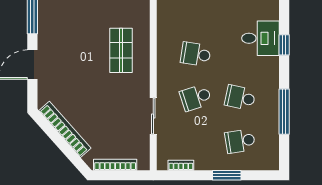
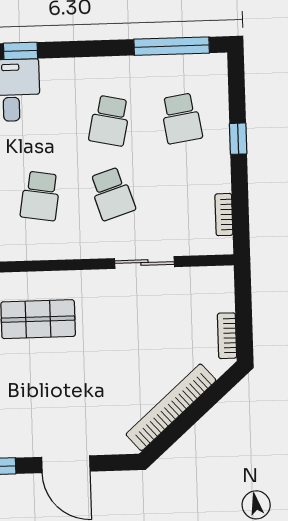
window: (284, 112) -> (172, 46), moved
bookcase: (115, 165) -> (227, 336), width x0.64
window: (227, 175) -> (238, 139), width x0.67

